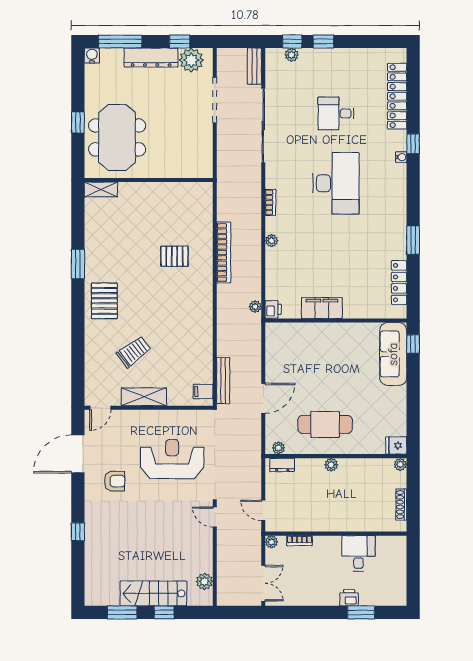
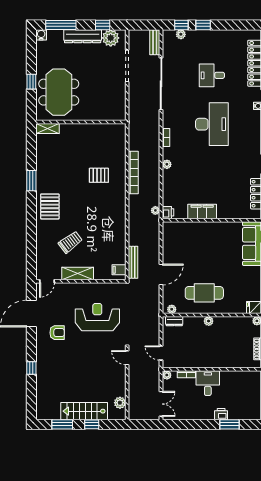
desk: (358, 553) -> (208, 383), moved

